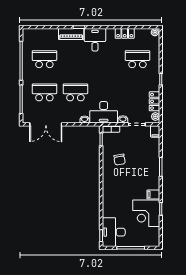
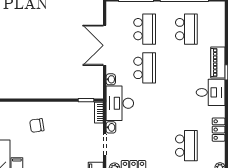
double door: (46, 124) -> (105, 45), moved
chair: (120, 160) -> (37, 125), moved

